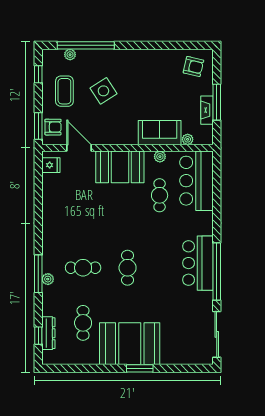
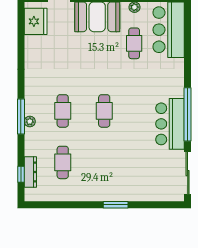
fridge: (51, 165) -> (36, 21), width x1.88, depth x1.34
bar counter: (198, 263) -> (170, 124), moved
cafe table: (83, 268) -> (63, 111), turned 90
booth: (130, 344) -> (106, 182), removed

